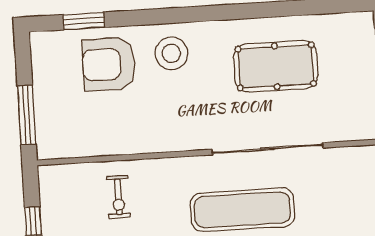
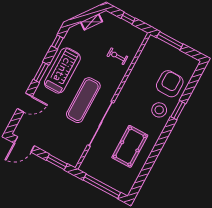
window: (84, 21) -> (178, 110), moved

